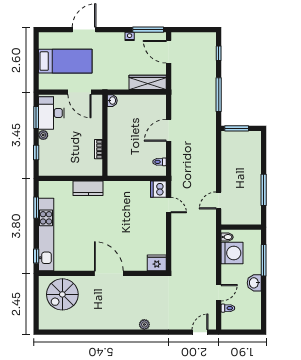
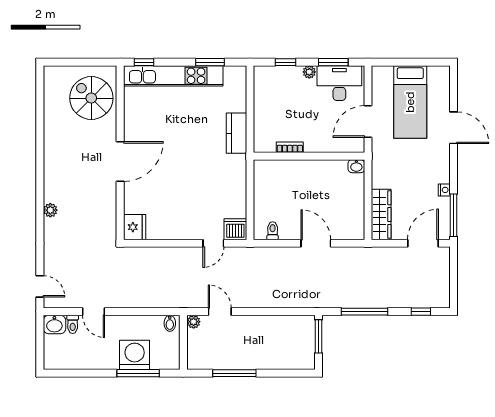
plant: (226, 220) -> (194, 322), added
washing machine: (232, 253) -> (135, 355), moved, turned 180
washbasin: (254, 283) -> (54, 324), moved, turned 180

